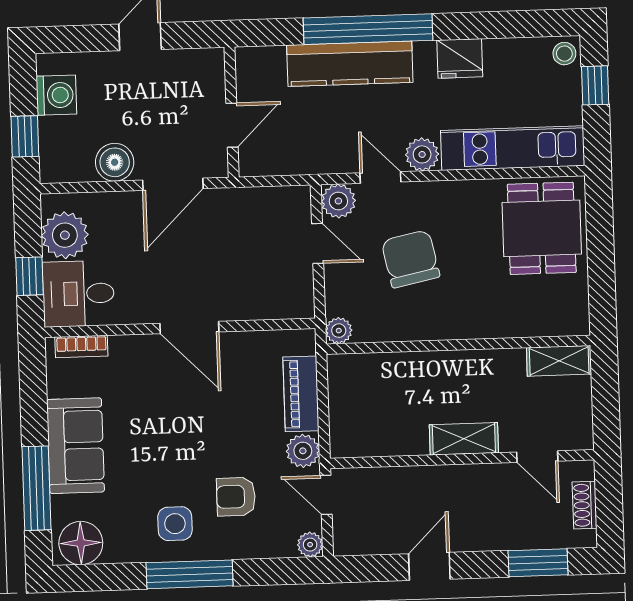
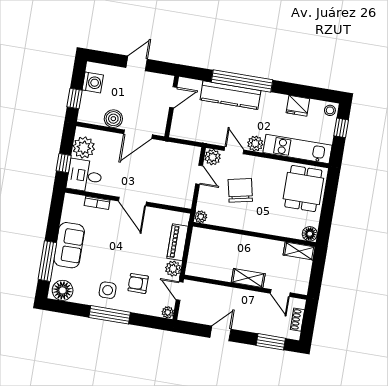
fridge: (460, 58) -> (298, 106), moved
door: (232, 125) -> (173, 97), moved
floor lamp: (574, 320) -> (310, 234), added
bookcase: (81, 347) -> (97, 203), moved

